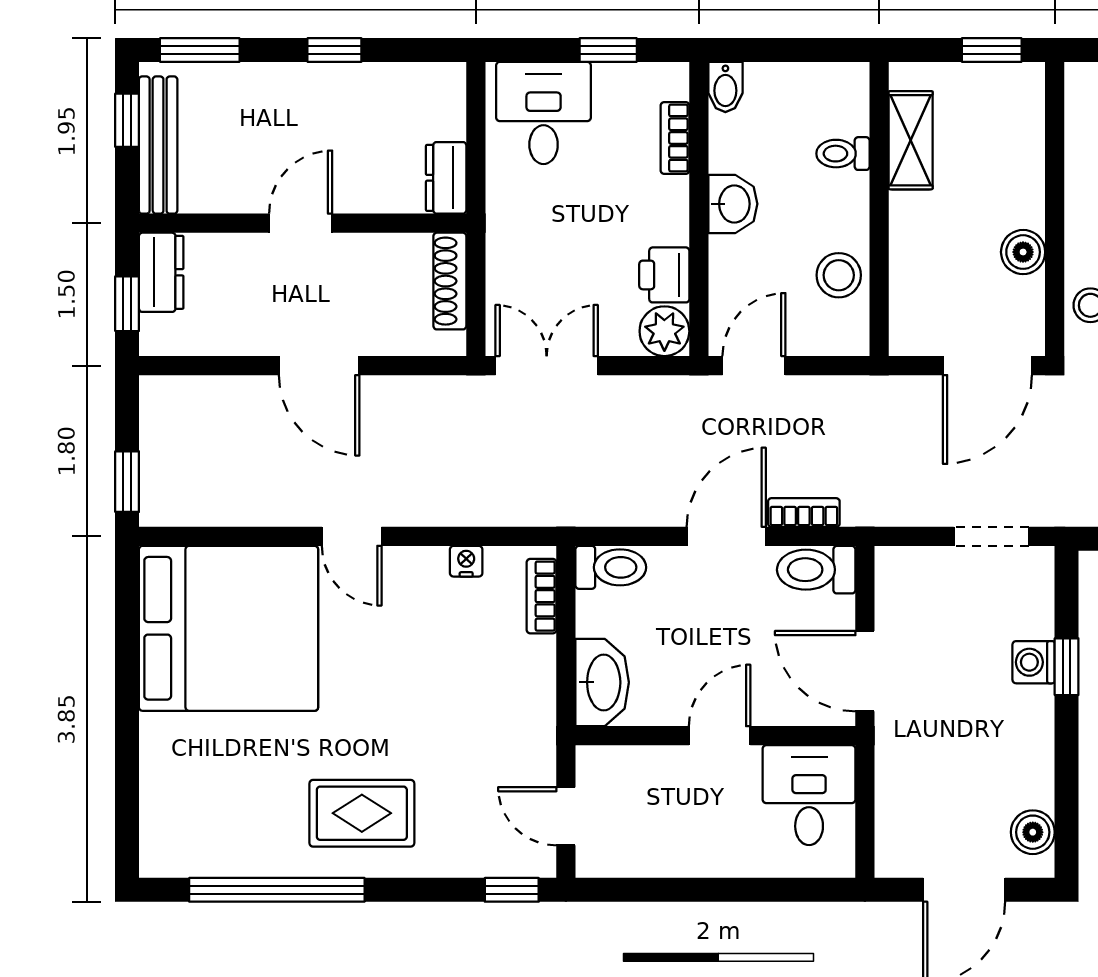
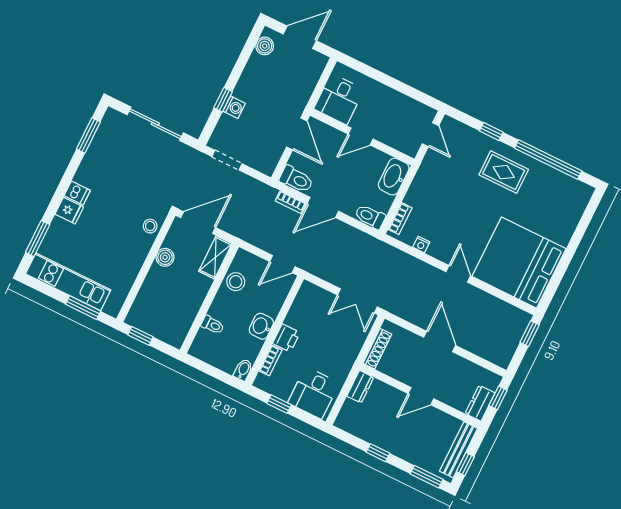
shelving: (911, 140) -> (215, 257), moved
printer: (664, 275) -> (286, 338), moved
plant: (664, 331) -> (309, 292), removed
window: (512, 890) -> (491, 132), moved

